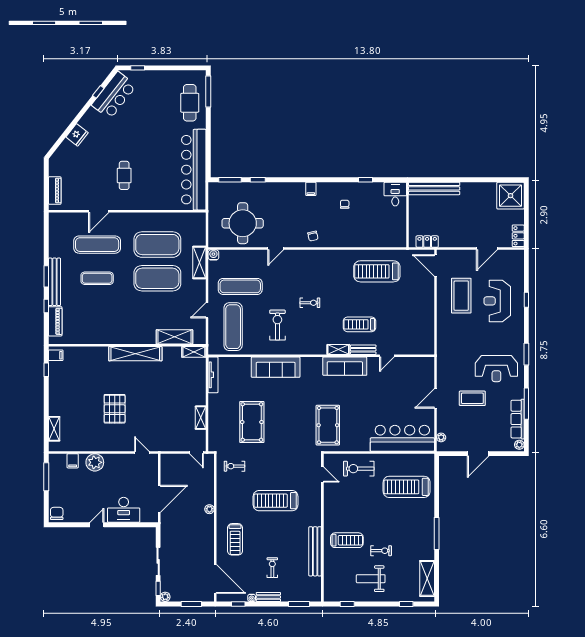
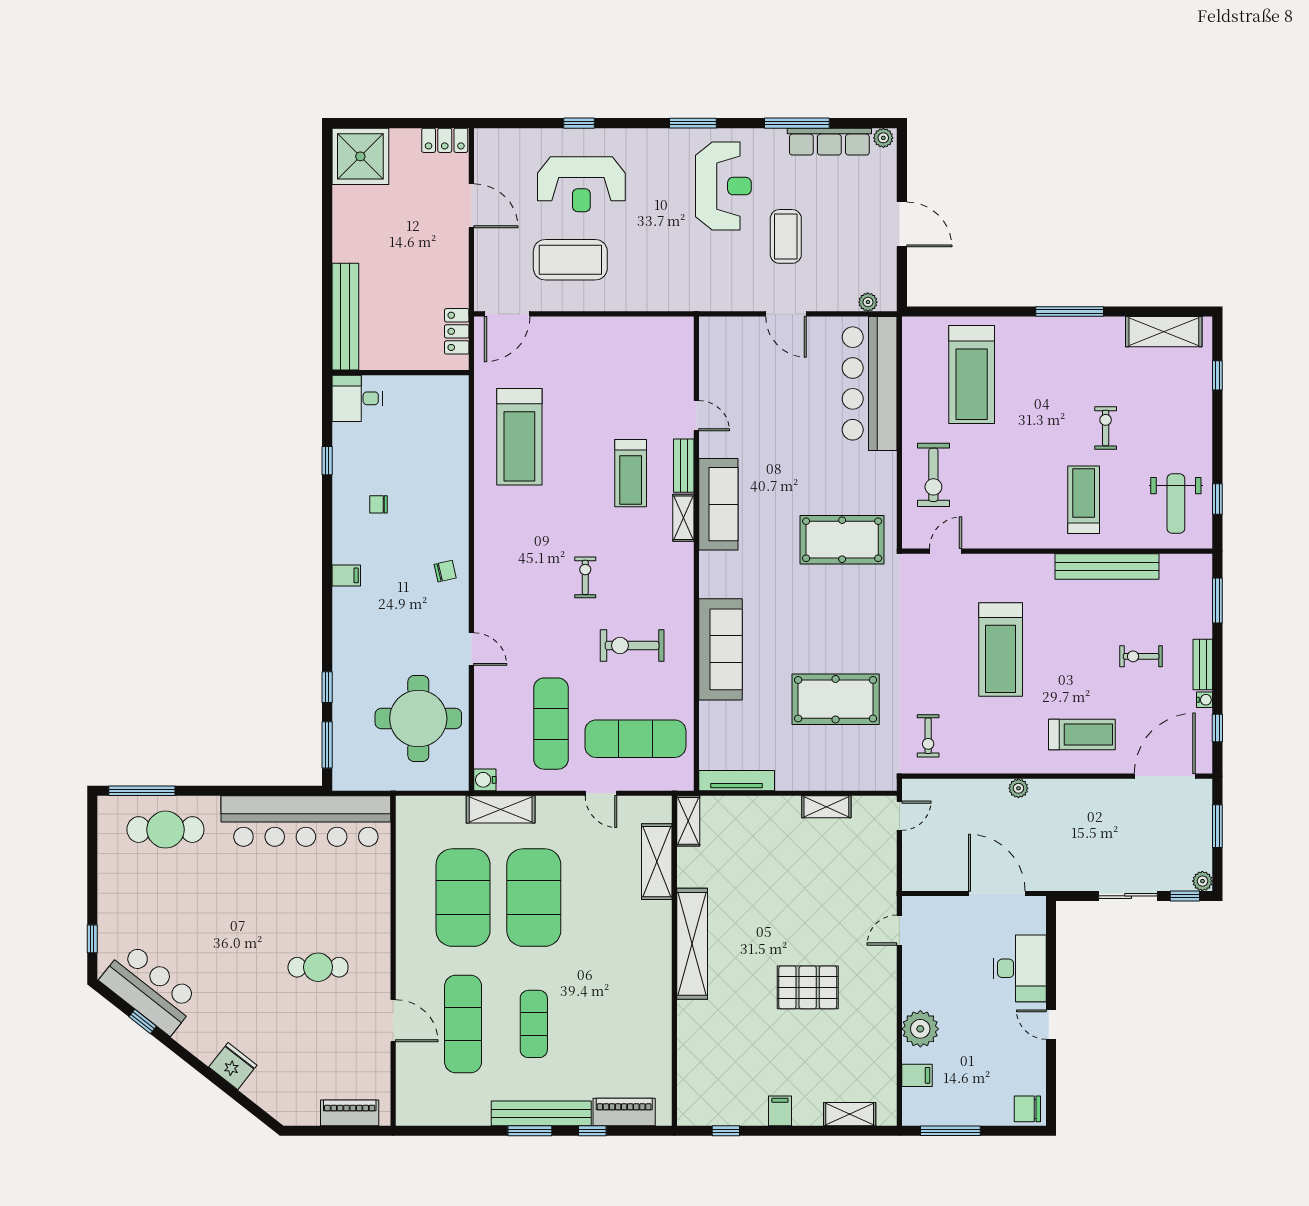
filing cabinet: (56, 355) -> (780, 1111), moved
weight bench: (371, 579) -> (1176, 504), moved

